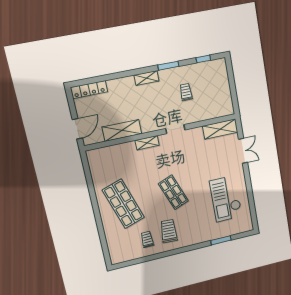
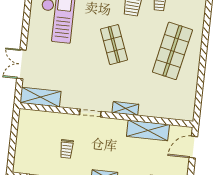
shop shelf: (123, 204) -> (172, 51), turned 30

